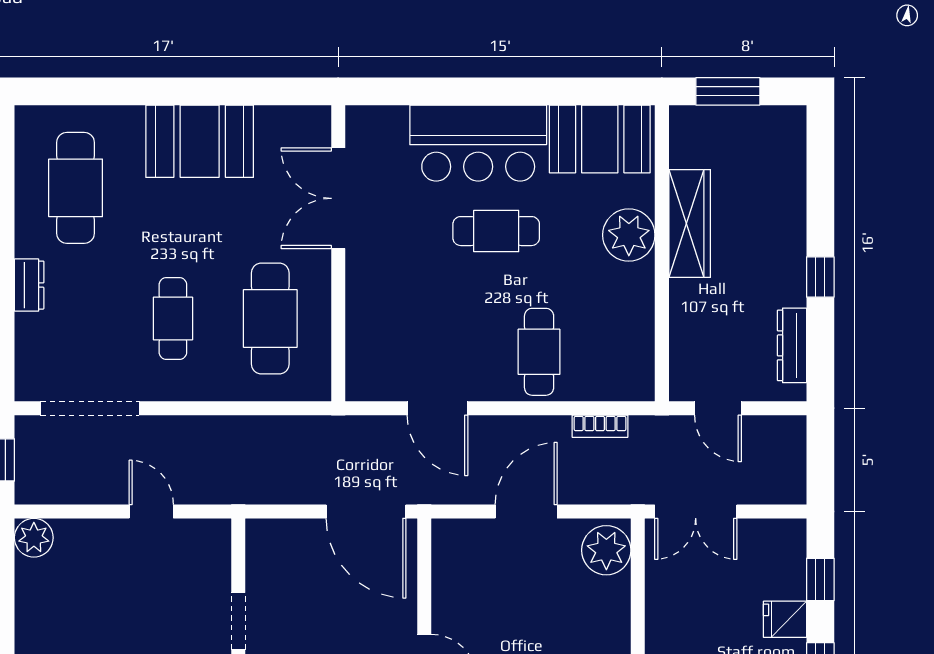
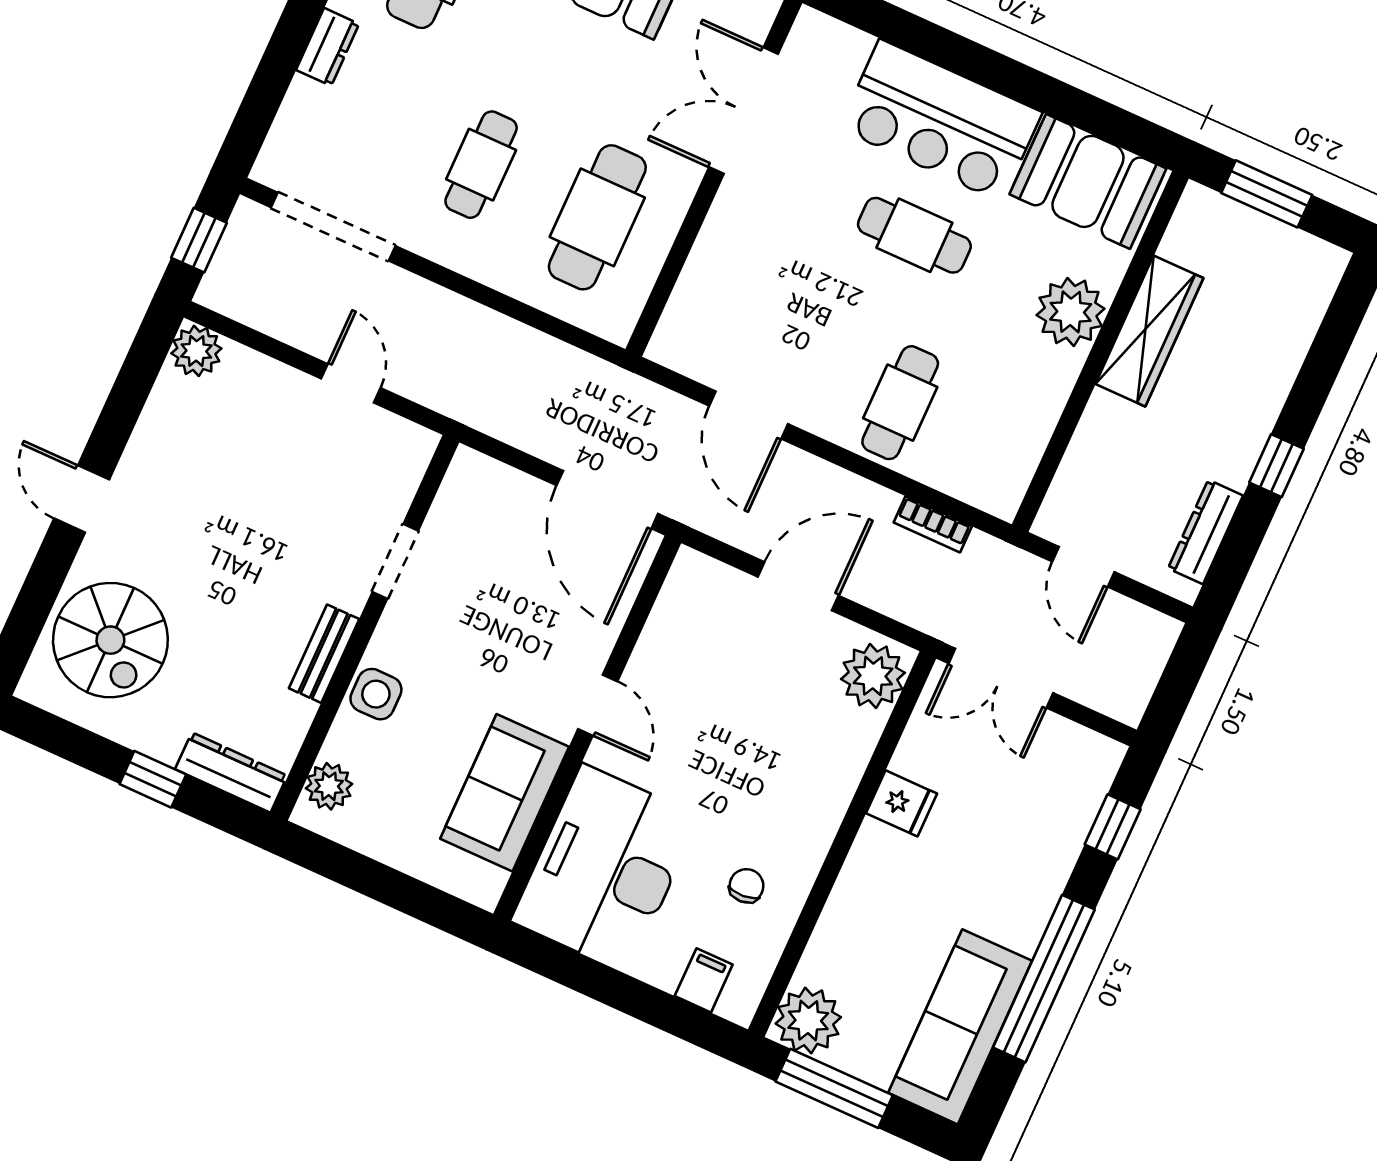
fridge: (785, 619) -> (901, 803), moved, turned 180

